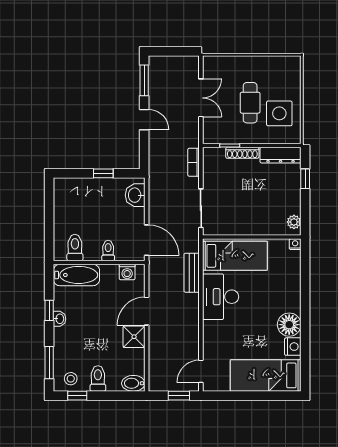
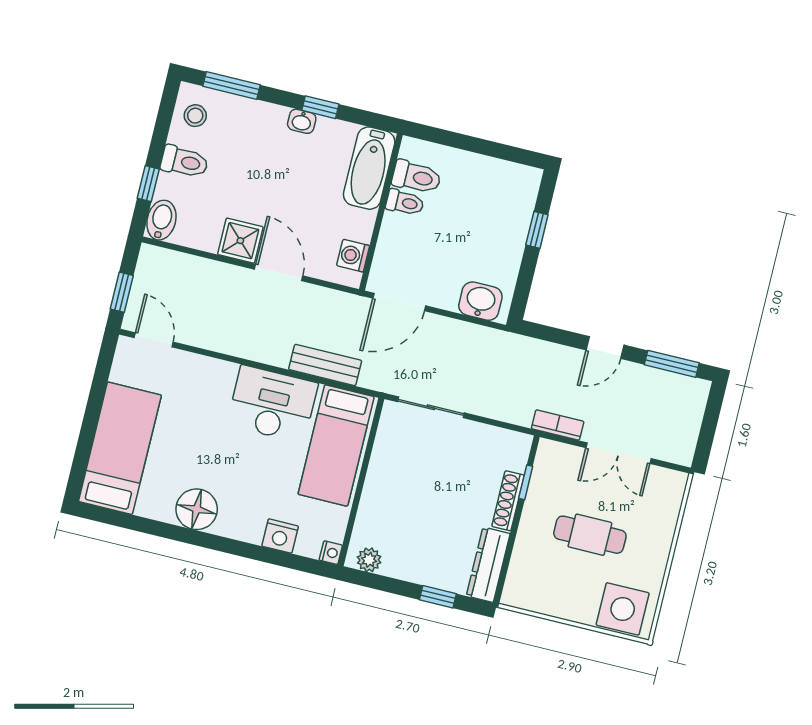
side table: (279, 113) -> (623, 609), moved
bookcase: (194, 162) -> (558, 425), moved
window: (103, 173) -> (537, 230), moved
toilet: (108, 250) -> (405, 203), moved
nightstand: (293, 347) -> (280, 536), moved
window: (77, 396) -> (148, 184), moved

